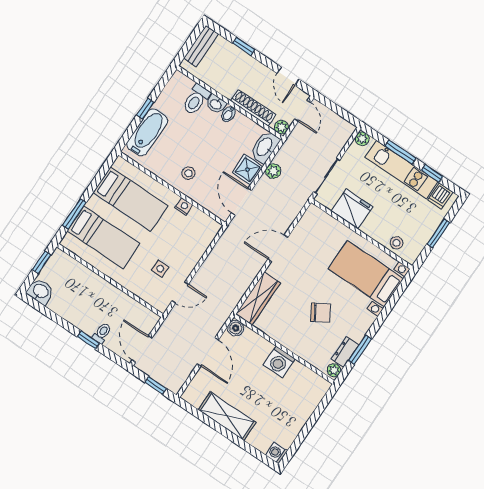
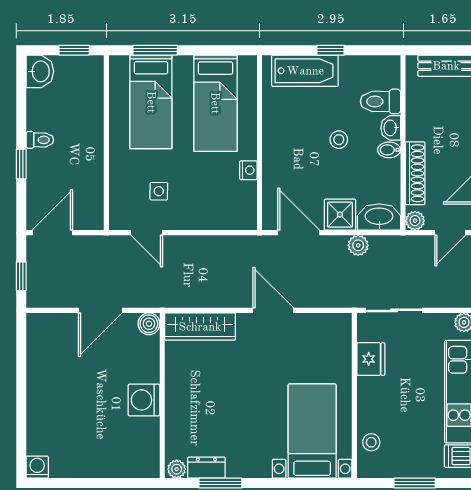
stool: (188, 173) -> (339, 140), moved
door: (242, 202) -> (299, 233), hinge flipped
fridge: (352, 209) -> (371, 359), width x0.73, depth x0.75
chair: (320, 313) -> (232, 409), removed
toilet: (102, 333) -> (40, 140), moved
shelving: (227, 416) -> (41, 382), removed

